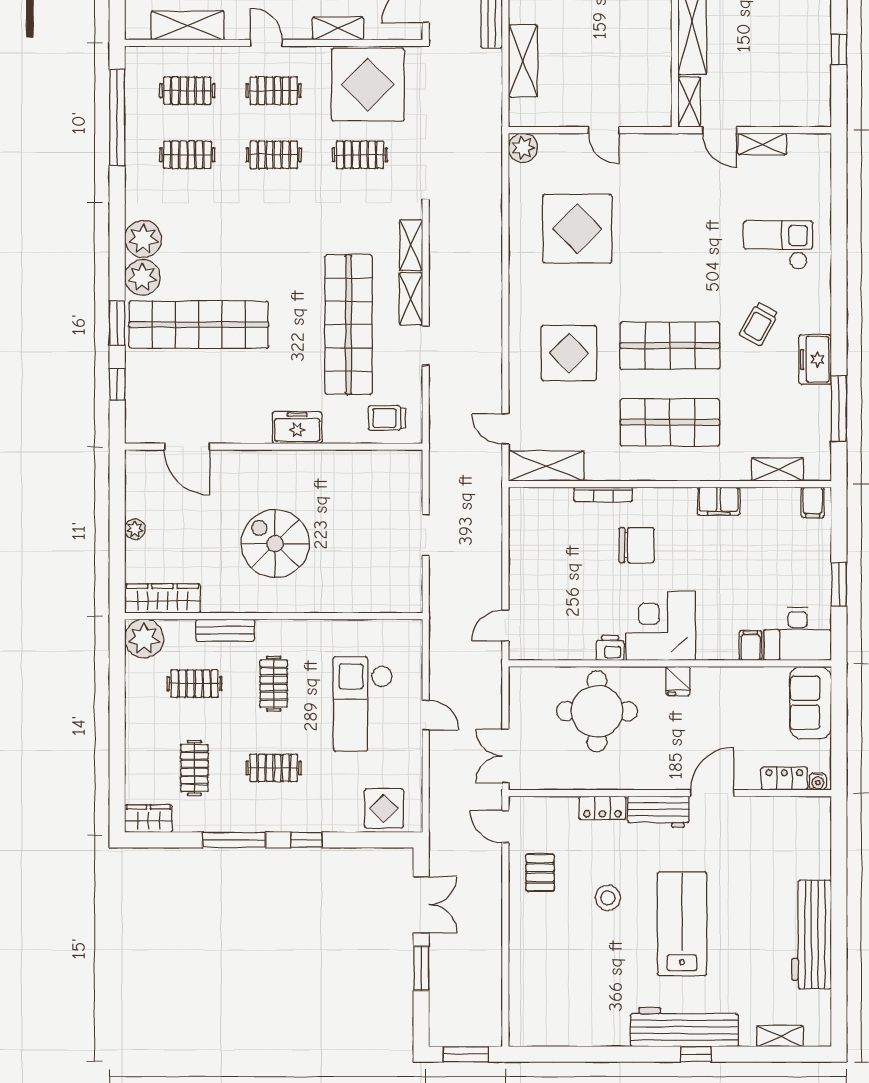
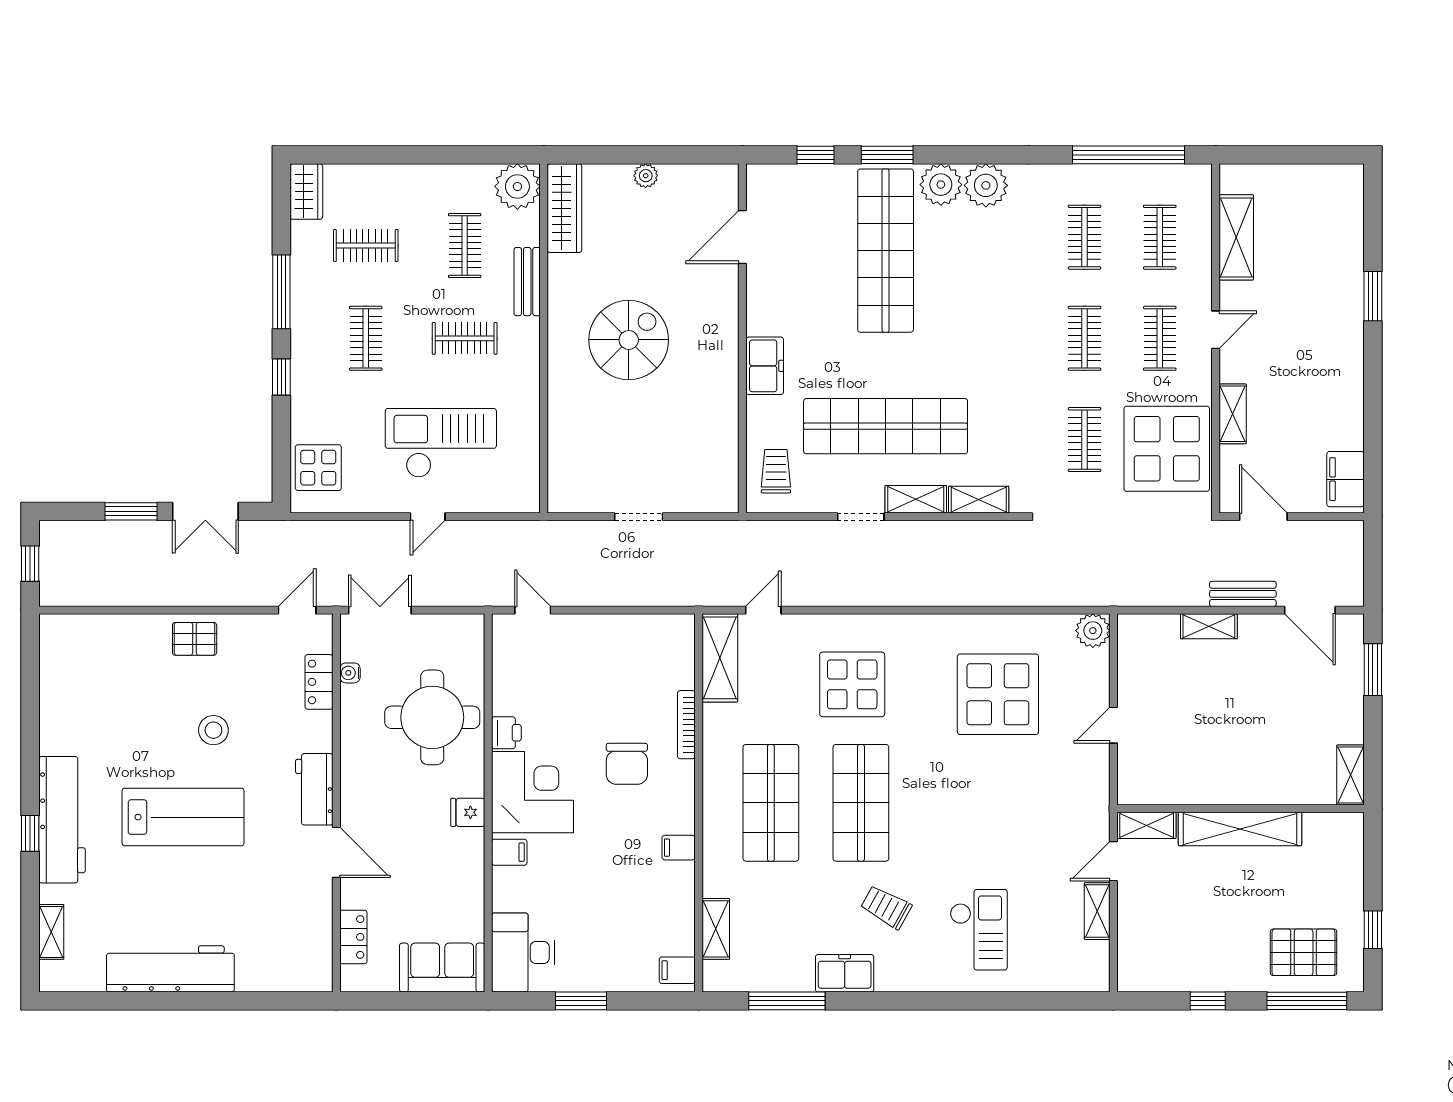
shelving: (523, 61) -> (1209, 626), width x0.67, depth x0.75
filing cabinet: (719, 501) -> (679, 848), width x0.50
filing cabinet: (750, 646) -> (509, 852), moved
water cooler: (818, 781) -> (350, 673), moved
locker: (602, 808) -> (319, 682), moved
pallet: (540, 873) -> (195, 639), moved
window: (466, 1054) -> (30, 564), width x0.67

